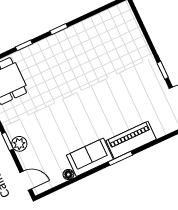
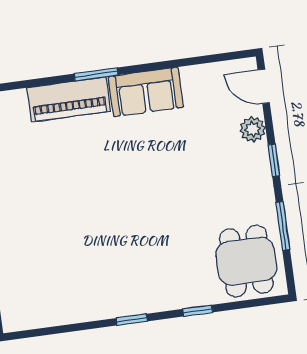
plant: (19, 144) -> (253, 129), moved
floor lamp: (68, 175) -> (190, 74), removed

